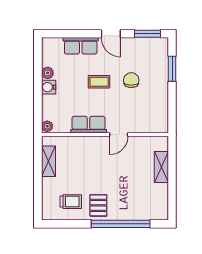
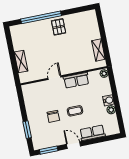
trolley: (71, 202) -> (78, 26), removed

